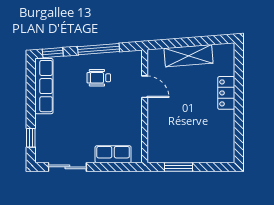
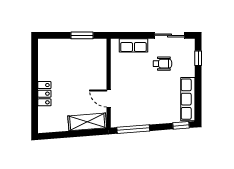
window: (99, 49) -> (133, 129), moved
shelving: (189, 56) -> (87, 122), moved
wheelchair: (99, 78) -> (162, 64), moved

